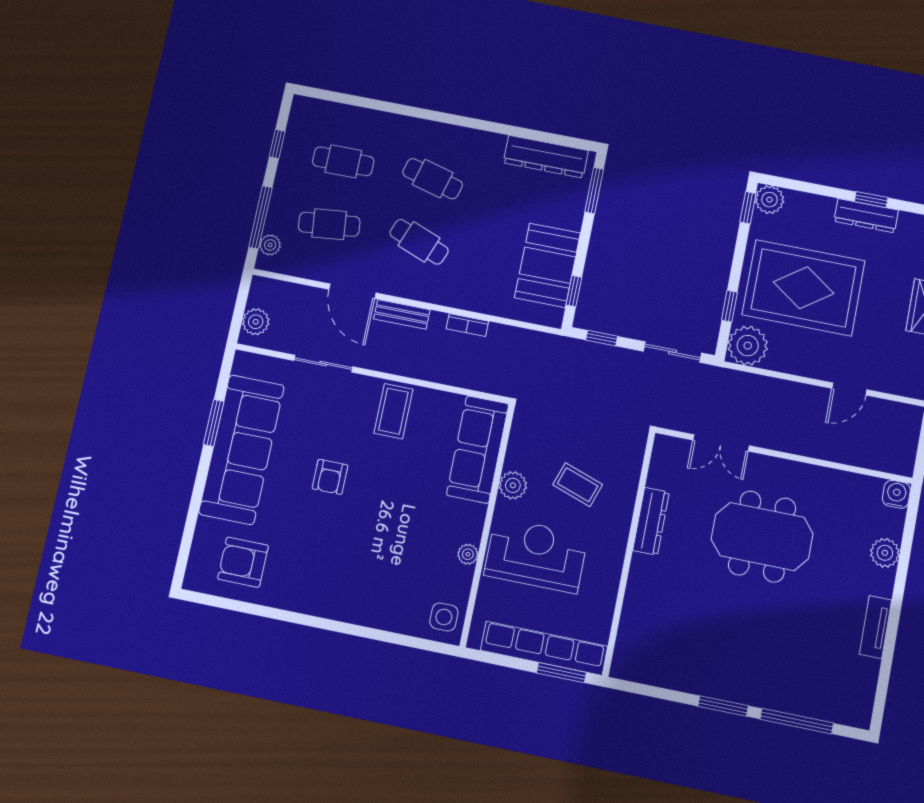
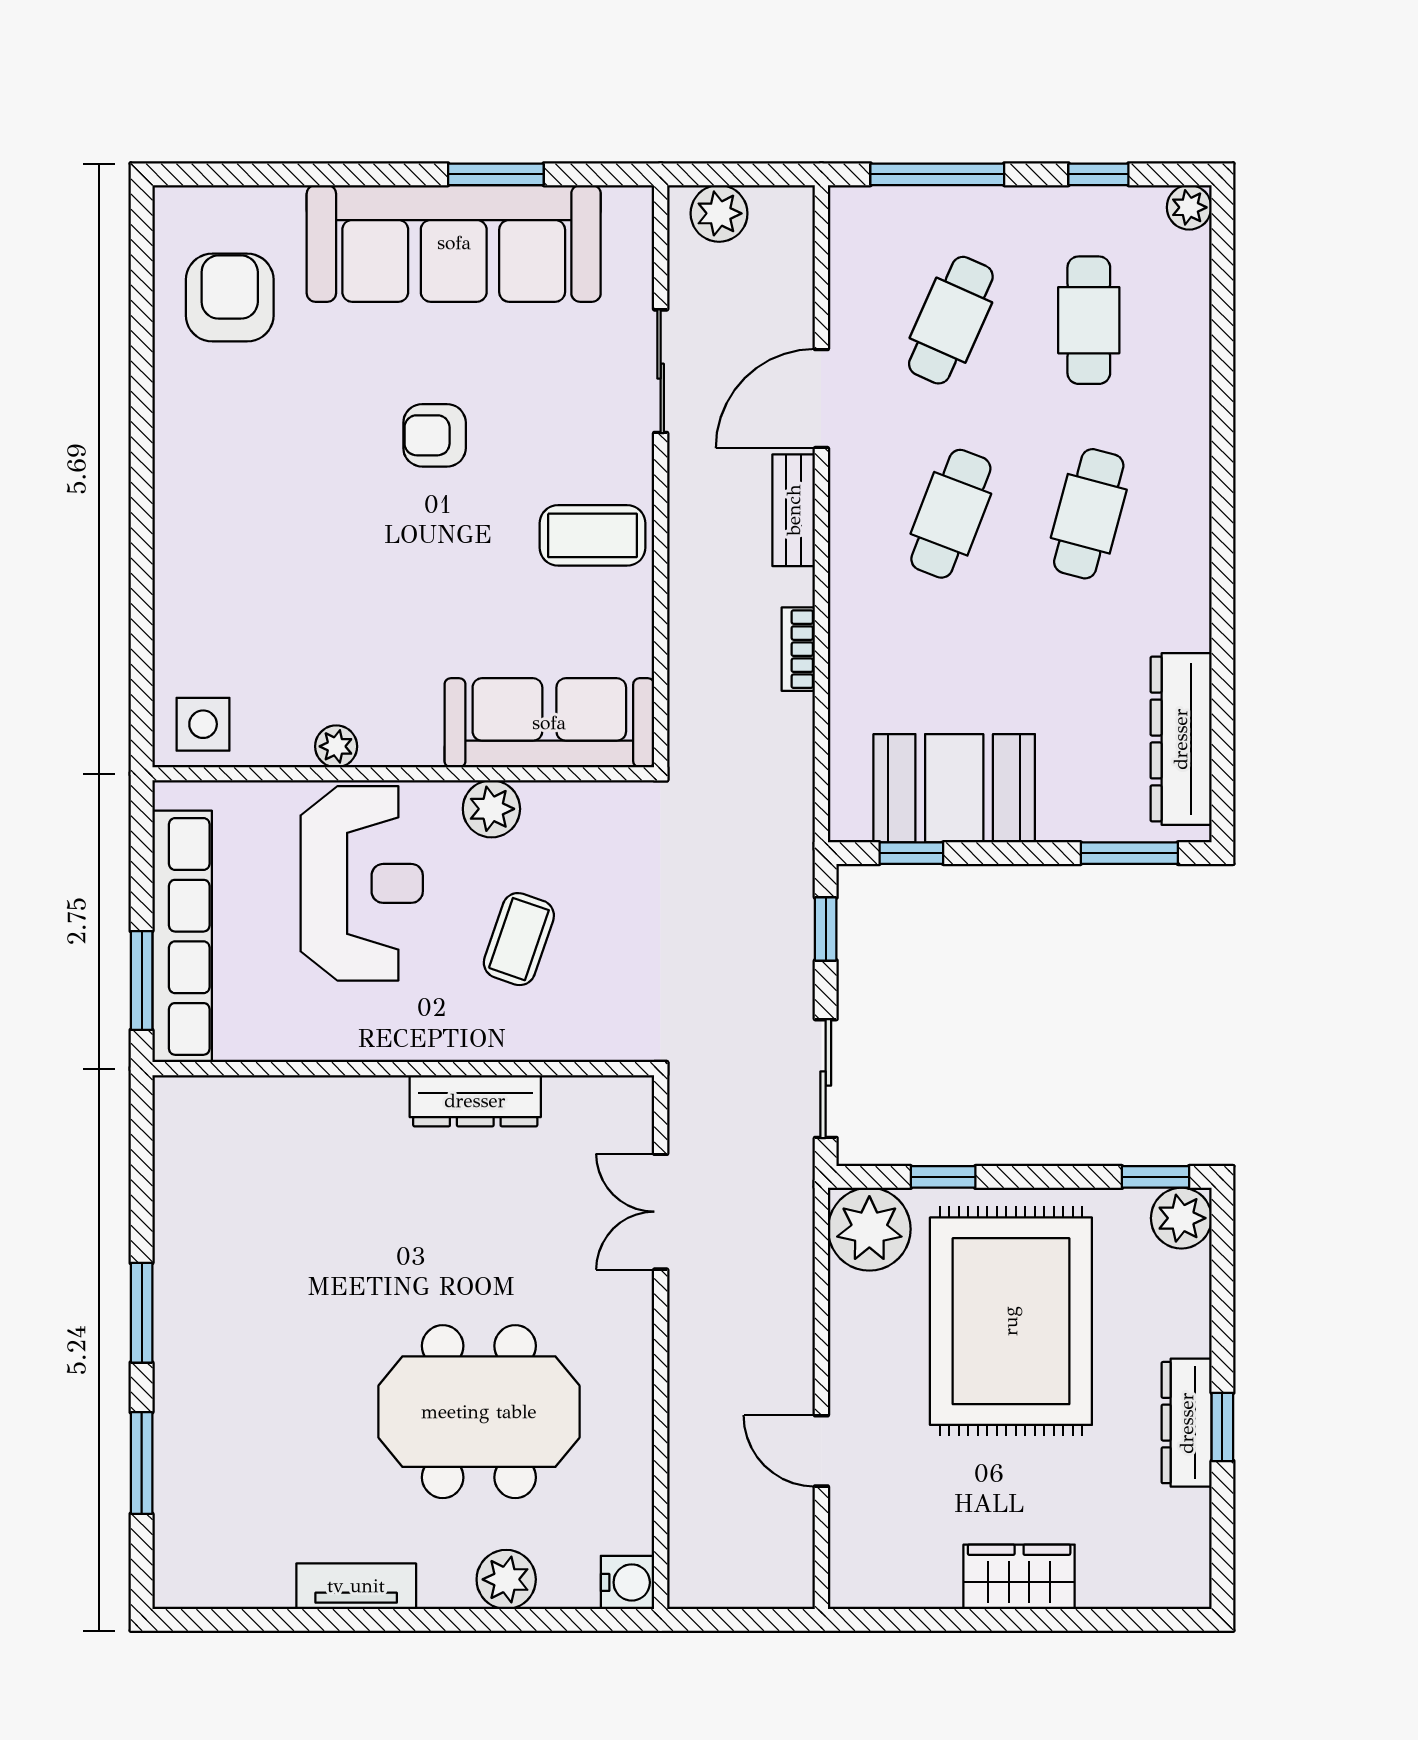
cafe table: (329, 224) -> (951, 320), turned 30
plant: (270, 245) -> (1189, 207), moved
meeting table: (762, 536) -> (479, 1412), moved, turned 90
window: (797, 721) -> (142, 1463), width x0.69

